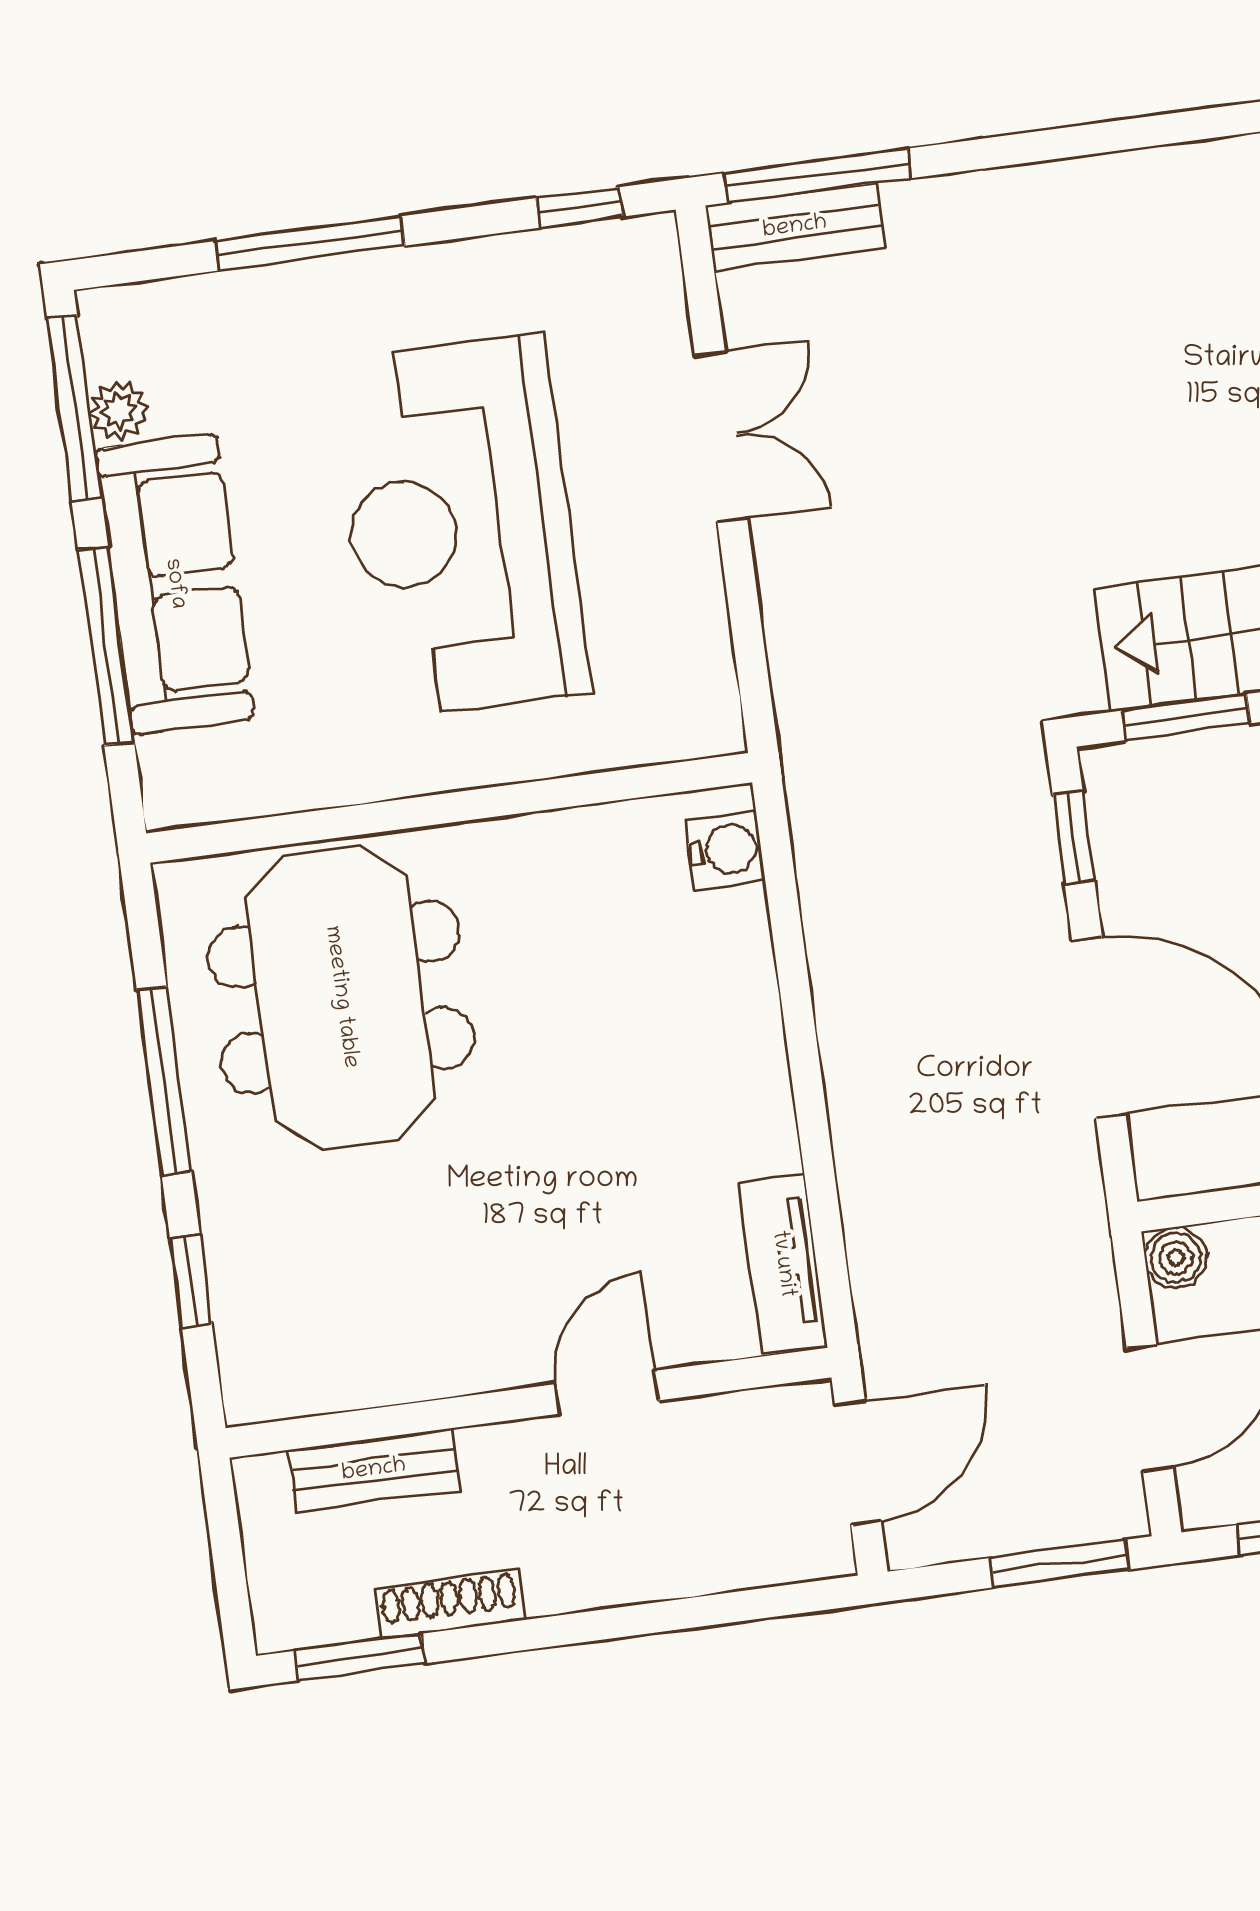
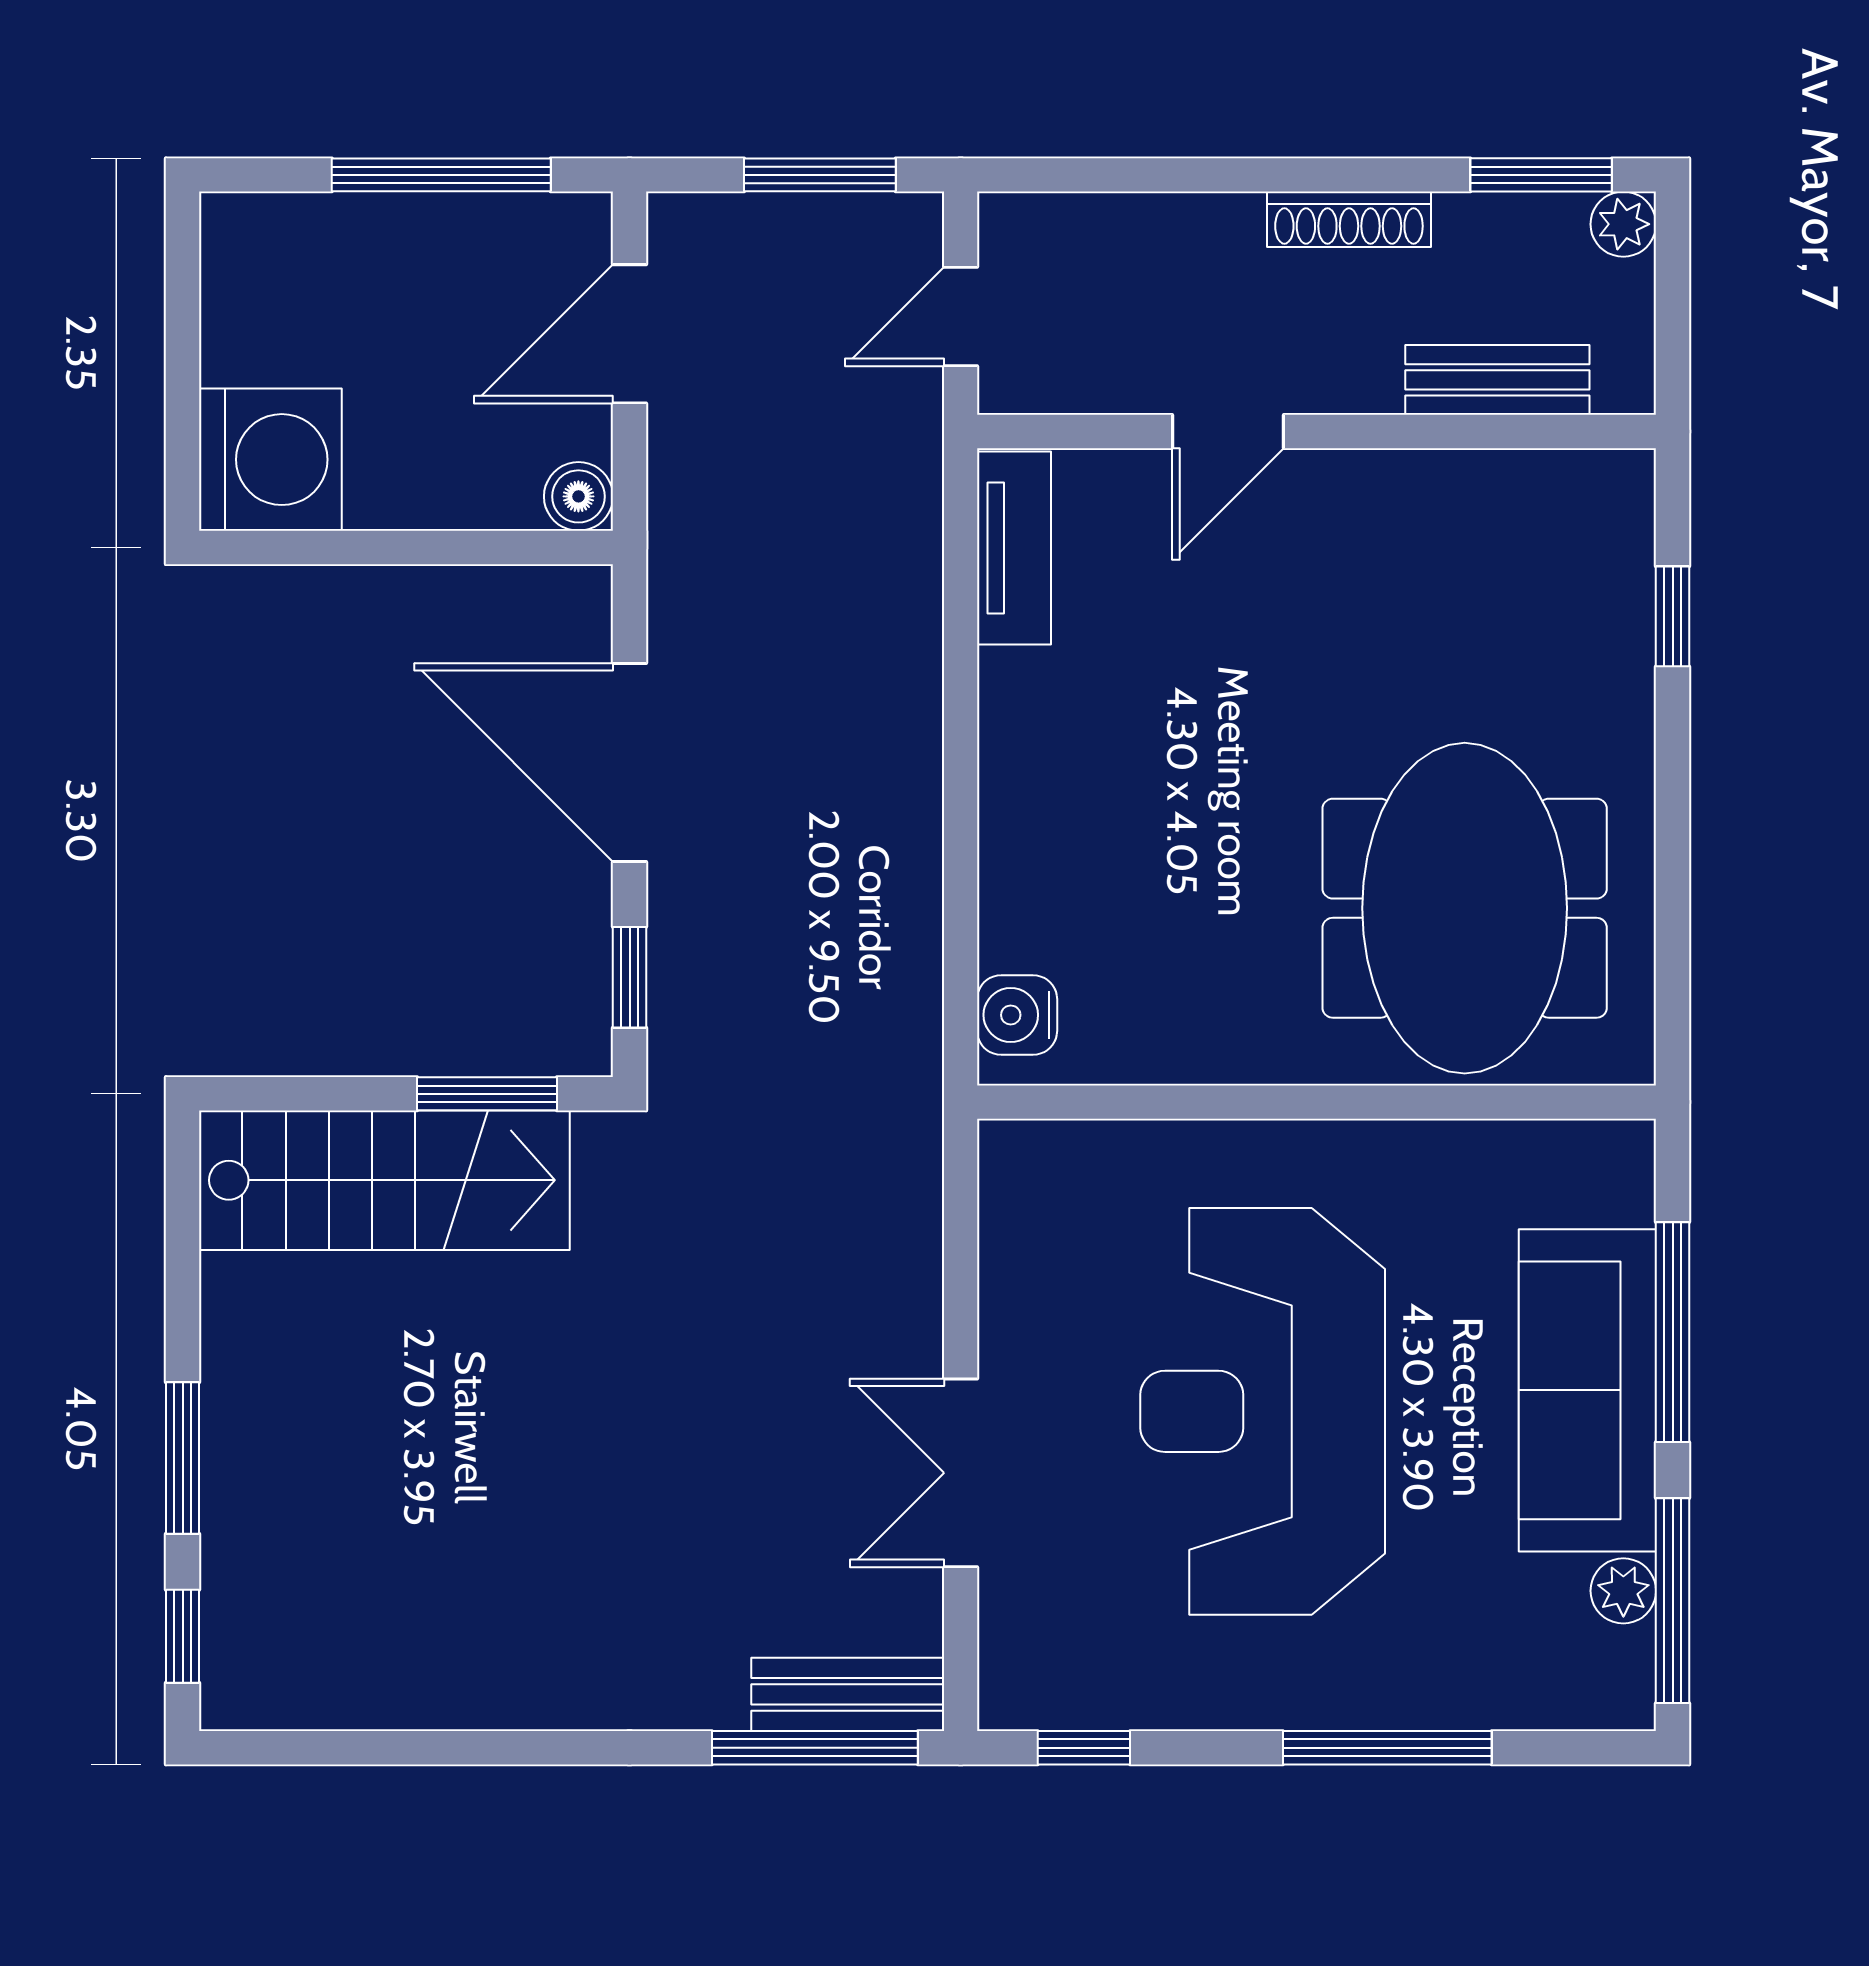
reception desk: (460, 527) -> (1263, 1411), turned 180
window: (164, 1081) -> (1673, 842), removed
door: (858, 1463) -> (961, 316), width x0.73
window: (1060, 1564) -> (820, 175), moved
shoe rack: (450, 1605) -> (1349, 219), moved
plant: (281, 1623) -> (1623, 224), added

